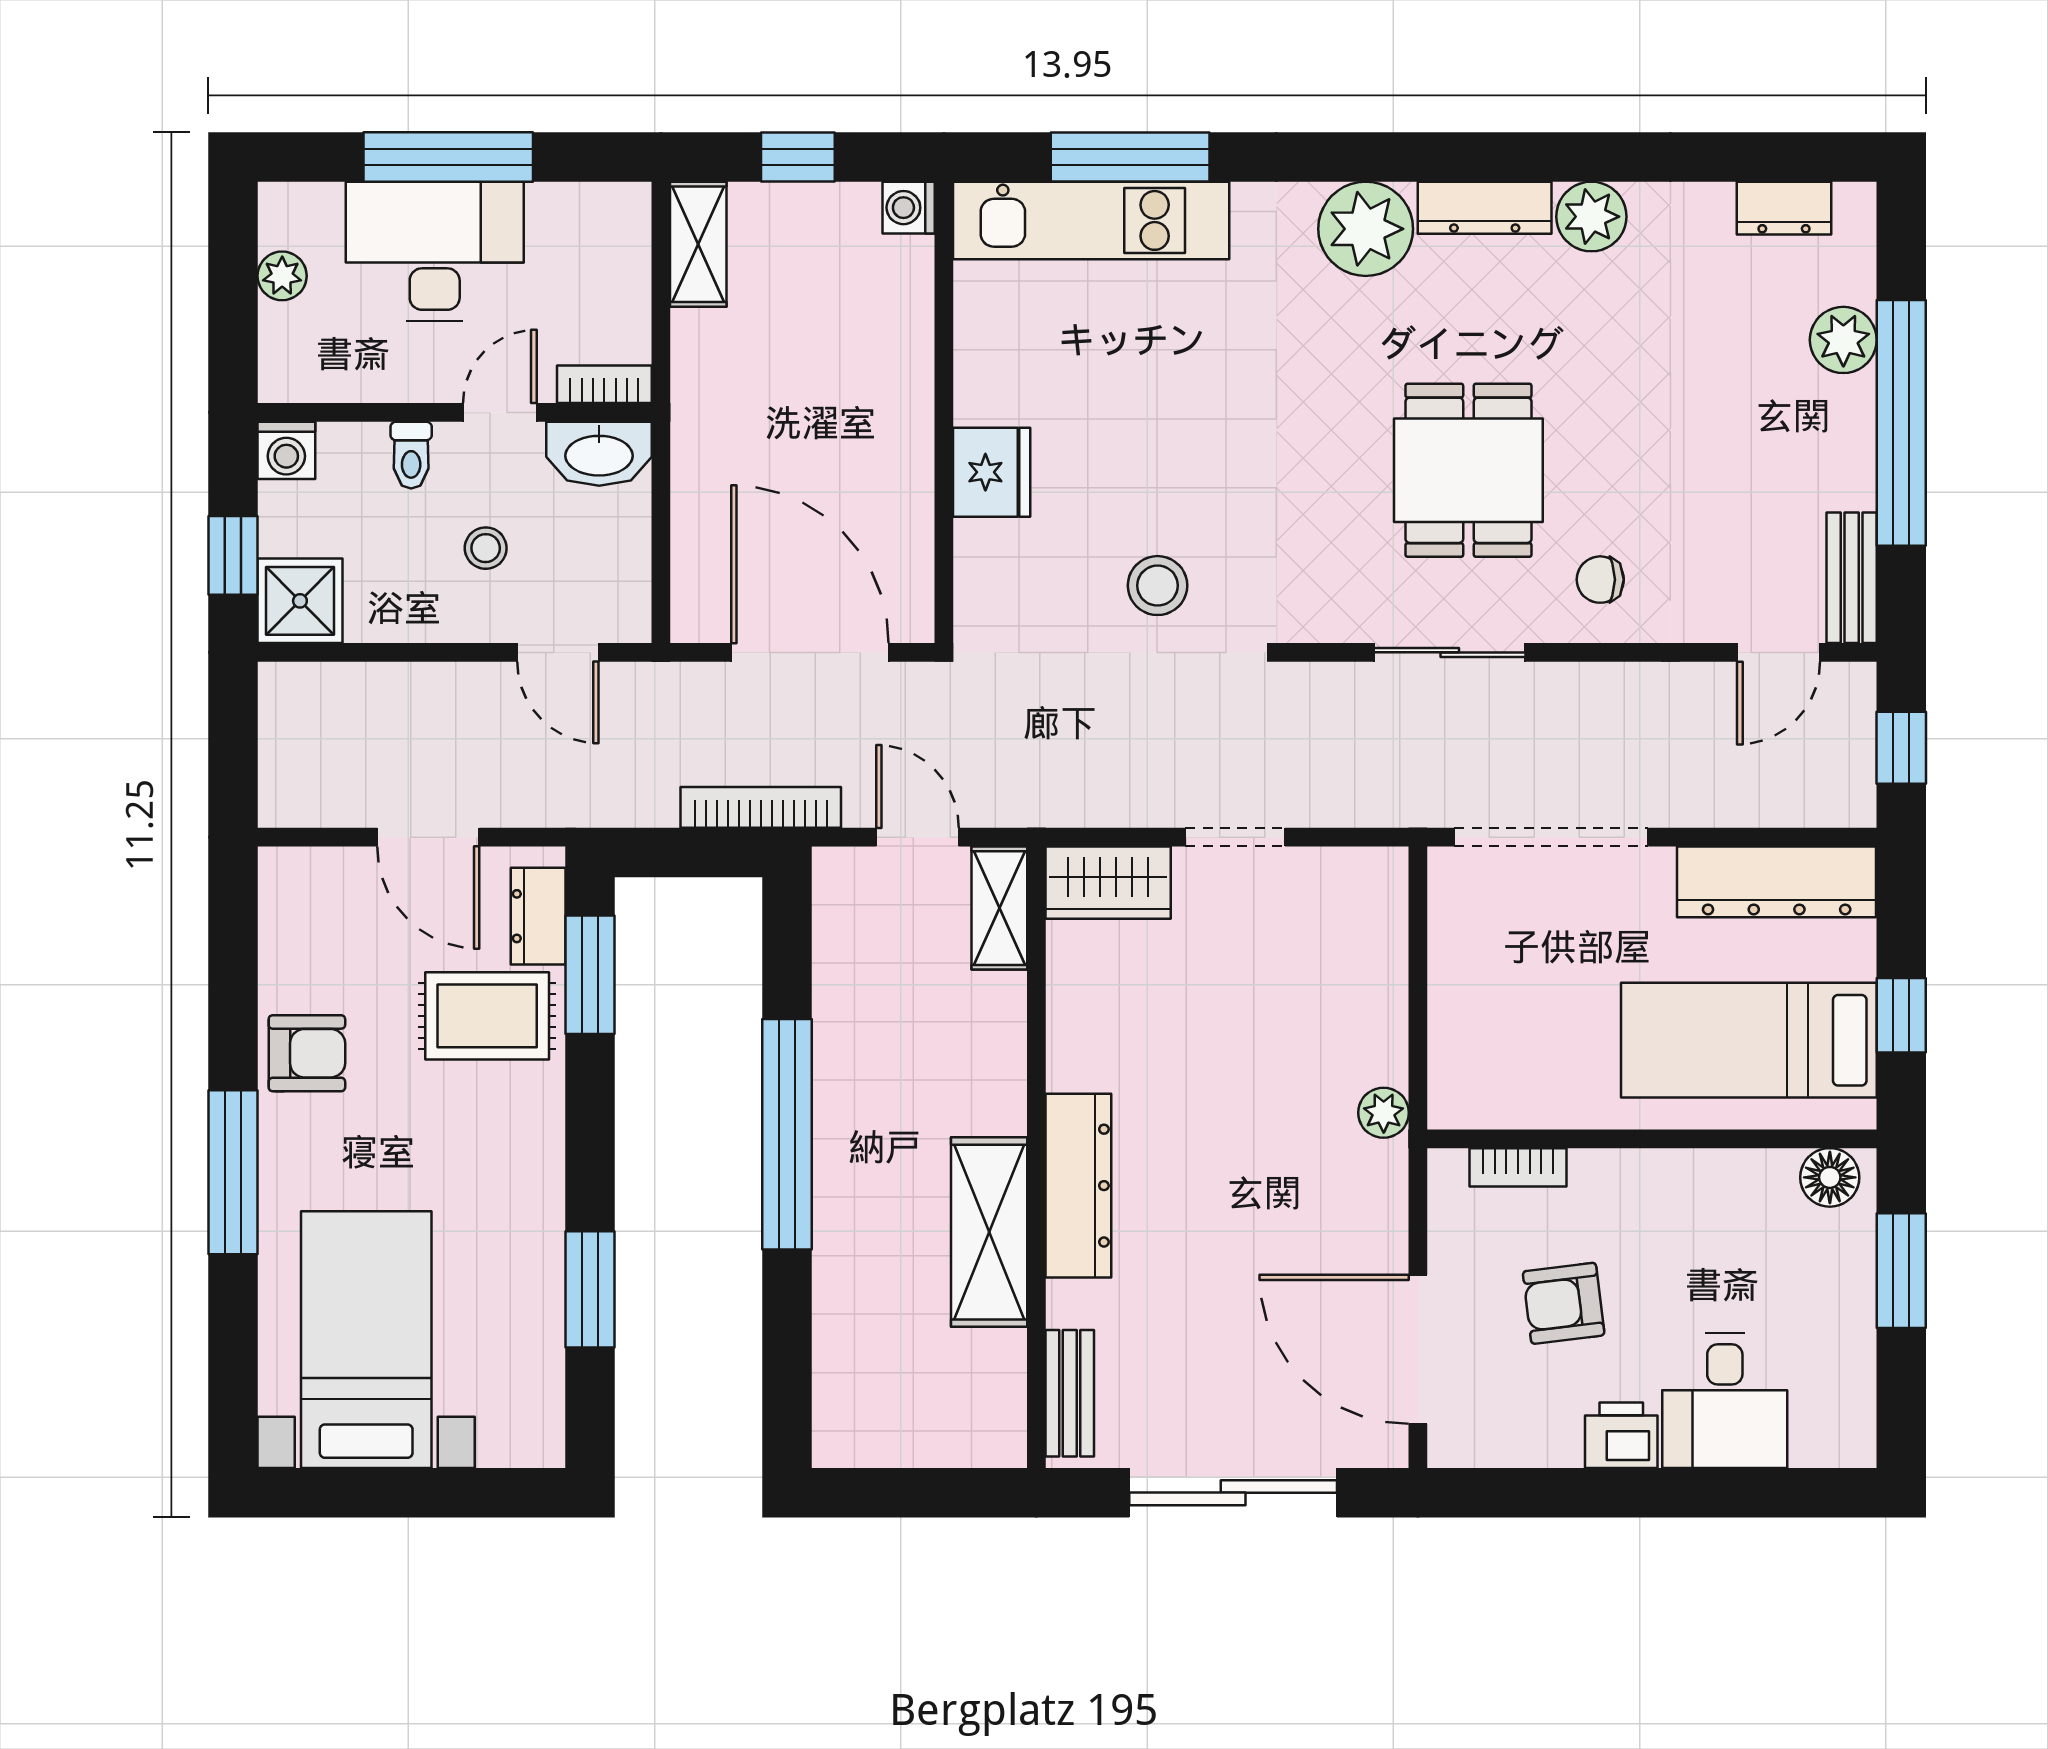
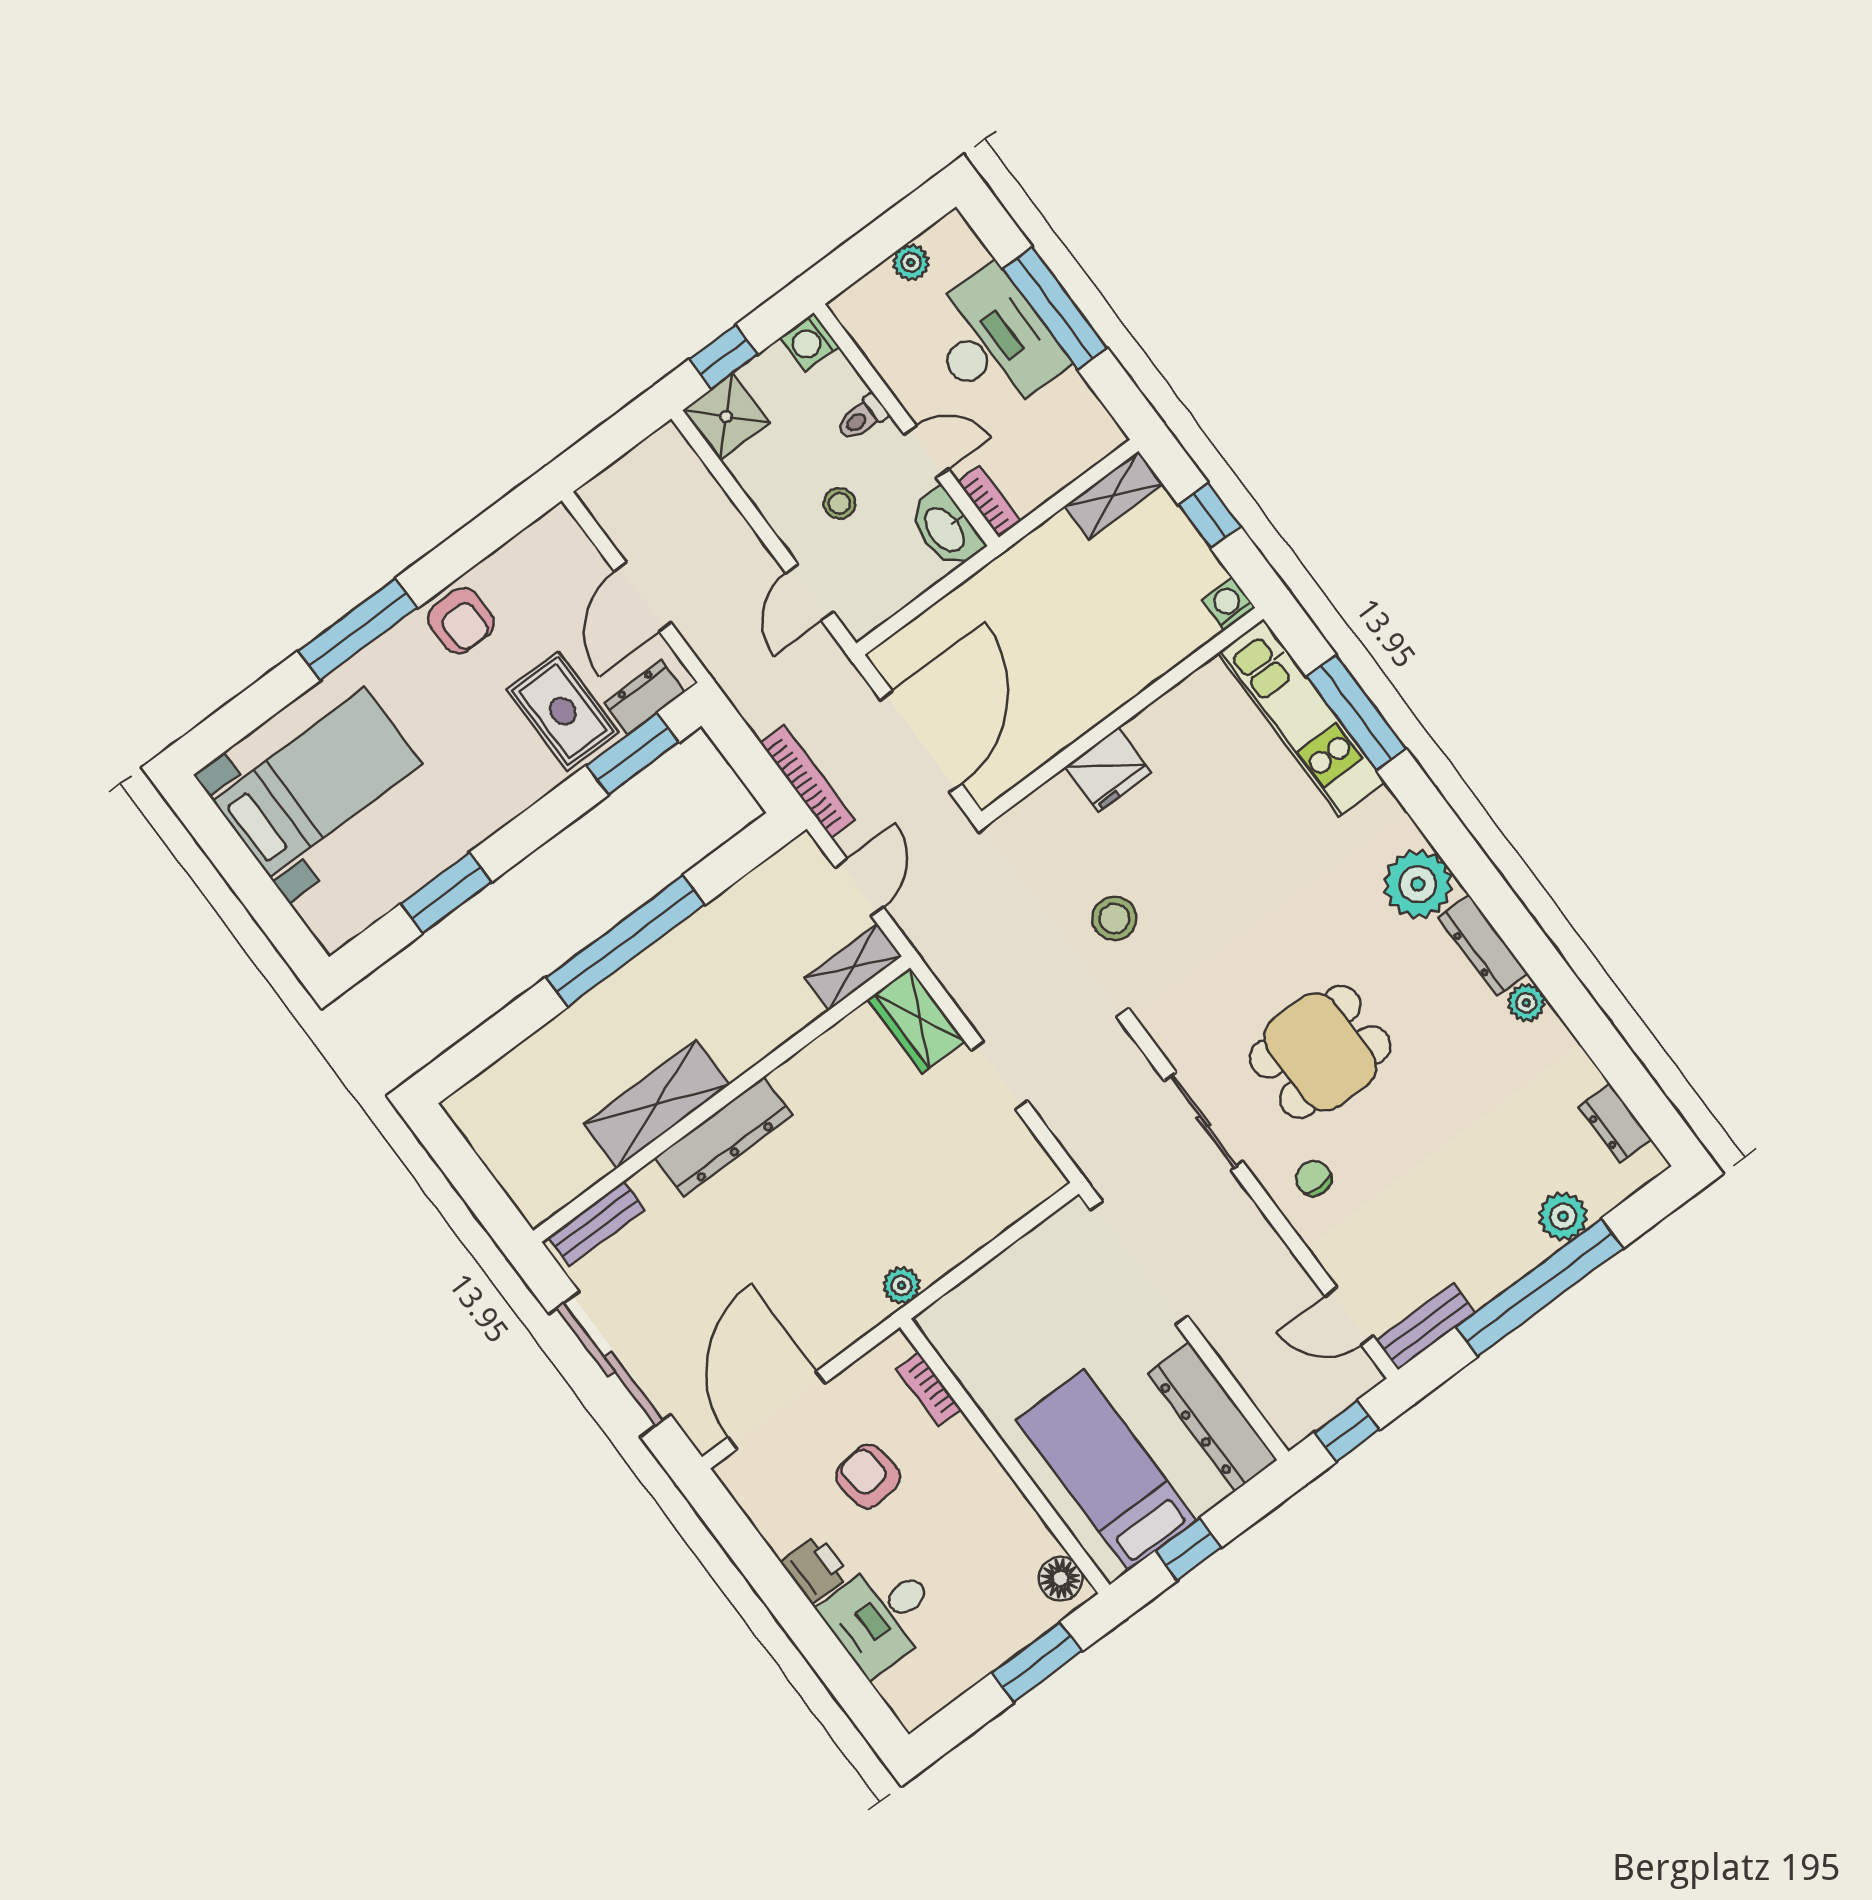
plant: (1591, 217) -> (1526, 1003), width x0.73, depth x0.73

